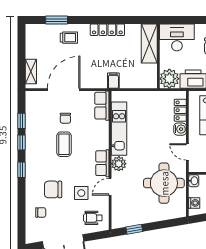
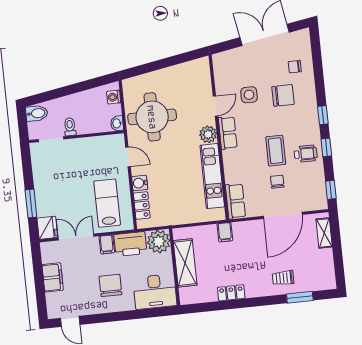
locker: (107, 30) -> (231, 293), width x0.66
shelving: (149, 44) -> (185, 263), moved
window: (22, 121) -> (331, 190), moved
wheelchair: (93, 218) -> (306, 154), moved
window: (134, 229) -> (182, 58), removed

